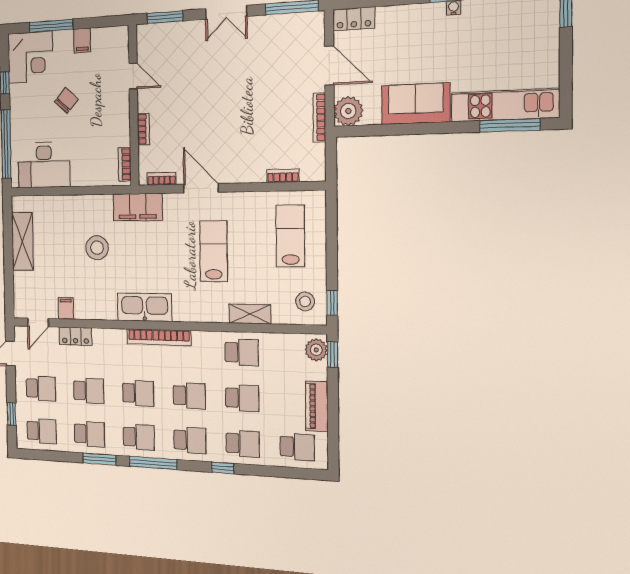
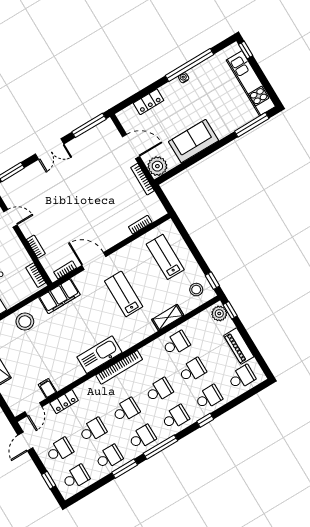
locker: (354, 19) -> (148, 102), moved
kitchen unit: (505, 105) -> (251, 83), moved, turned -90
stool: (97, 248) -> (25, 322), moved

